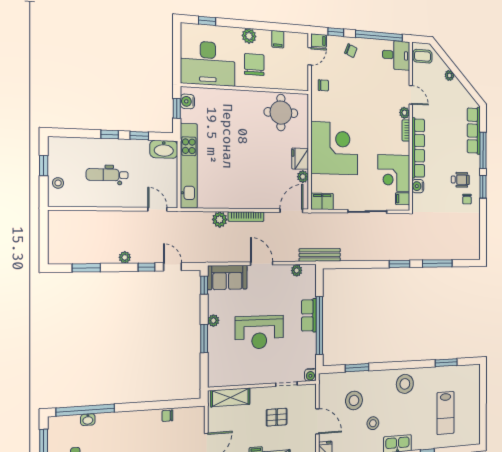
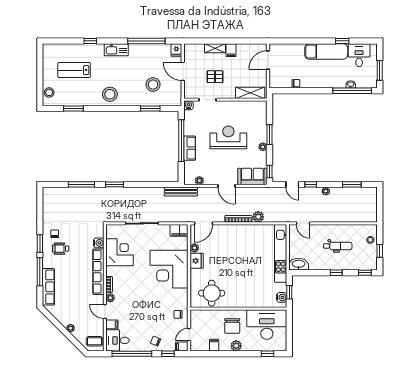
window: (139, 136) -> (365, 273), moved
filing cabinet: (403, 199) -> (112, 324), moved
lab bench: (446, 413) -> (74, 70), turned -90
stool: (373, 423) -> (49, 92), moved

